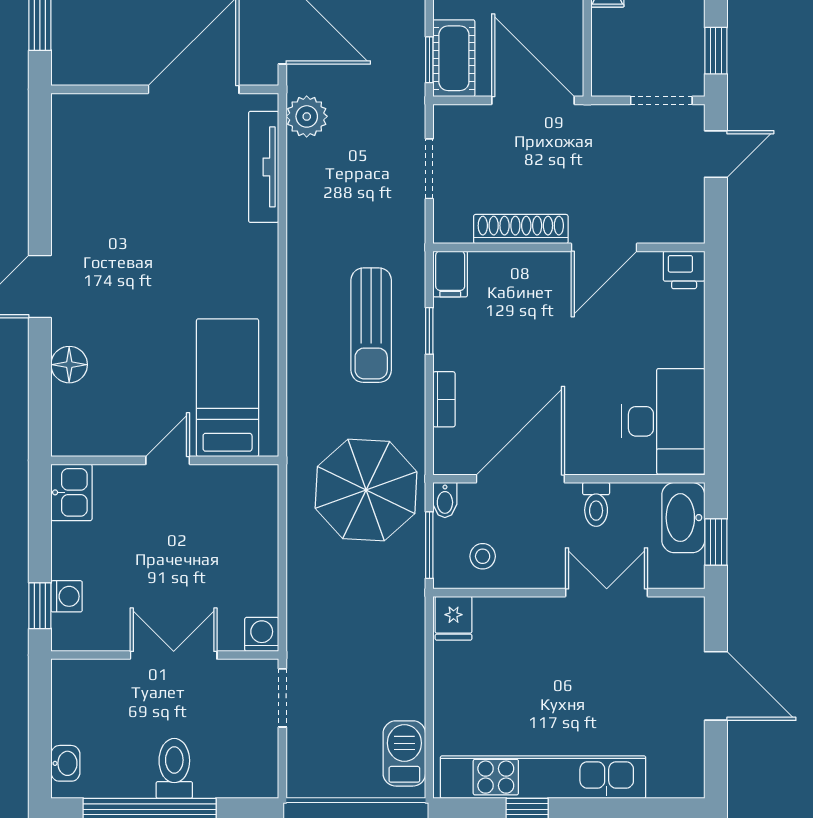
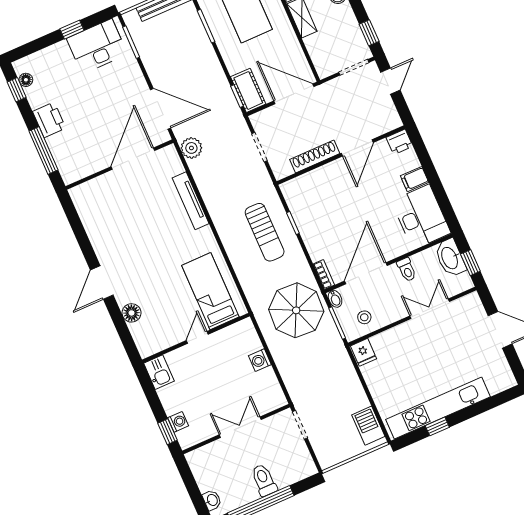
tv unit: (264, 167) -> (191, 201), moved
filing cabinet: (450, 274) -> (415, 179), moved, turned 90
bookcase: (444, 399) -> (324, 274), moved
washing machine: (262, 634) -> (260, 360), moved, turned -90

